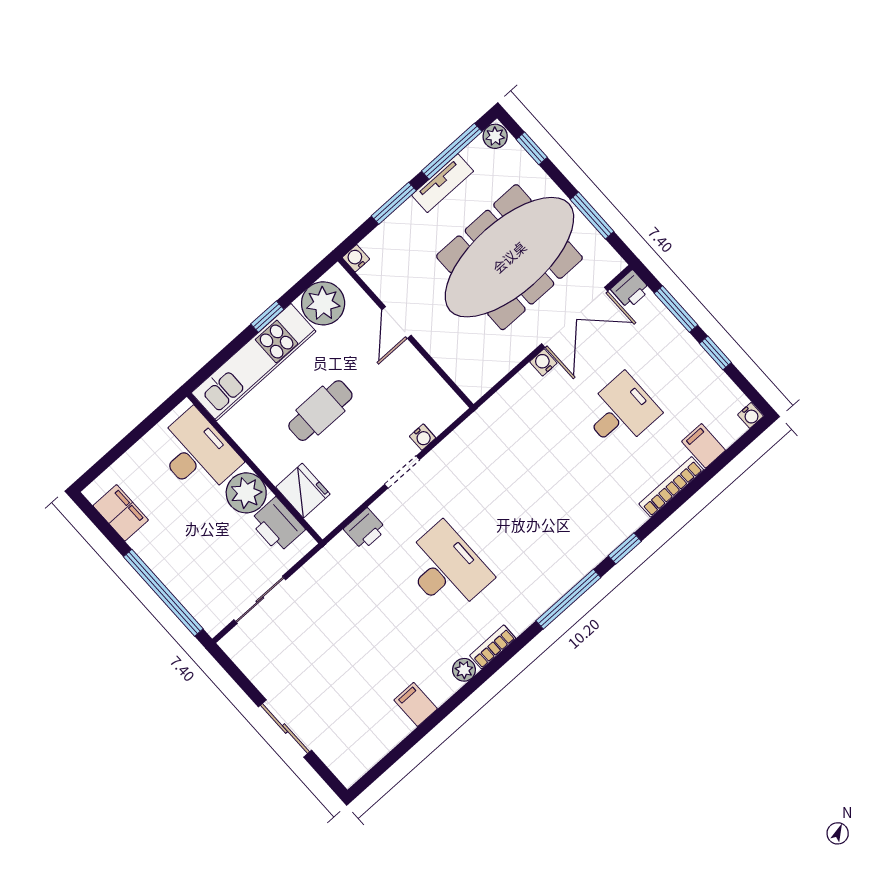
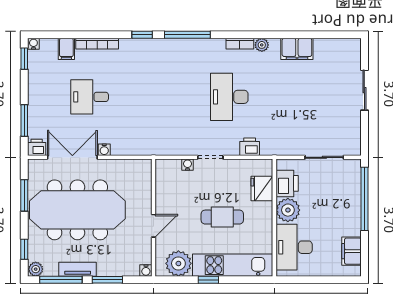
window: (715, 353) -> (24, 59), moved
filing cabinet: (416, 704) -> (297, 49), width x2.00

